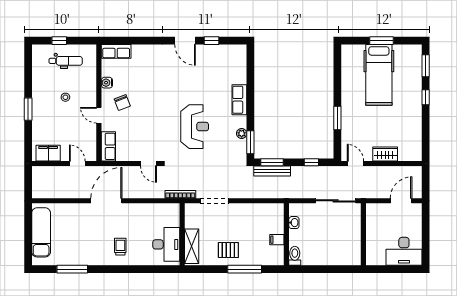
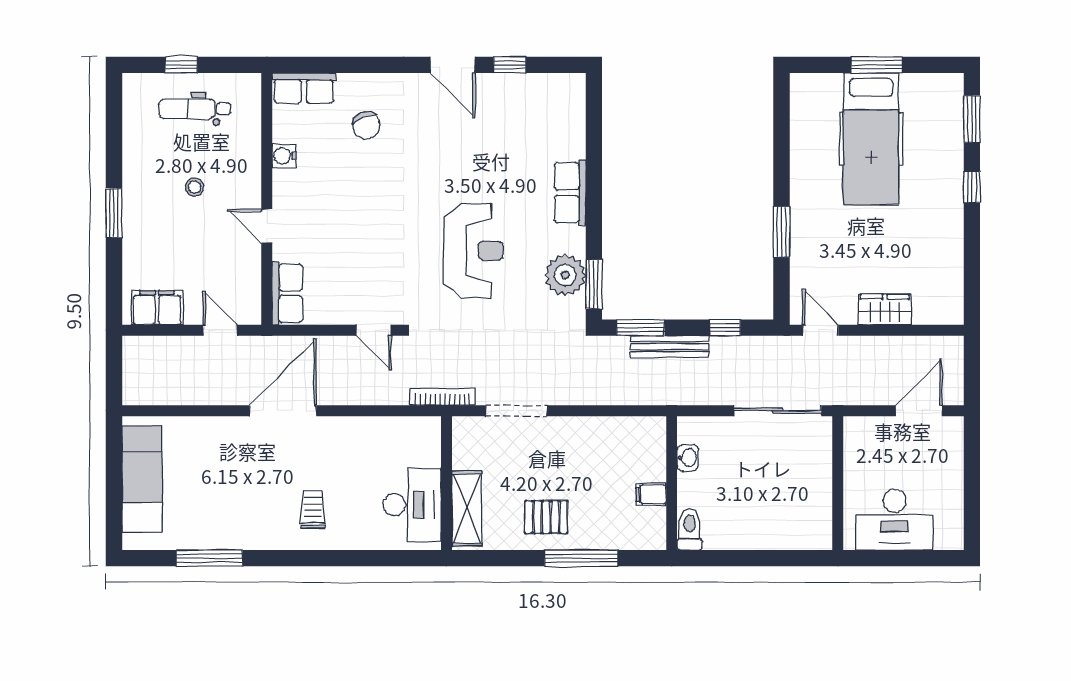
dental chair: (66, 61) -> (195, 109), turned 180
chair: (122, 103) -> (366, 125), moved
plant: (242, 133) -> (565, 275), width x1.88, depth x1.88
bench: (272, 171) -> (670, 347), moved
desk: (404, 251) -> (894, 520), moved

